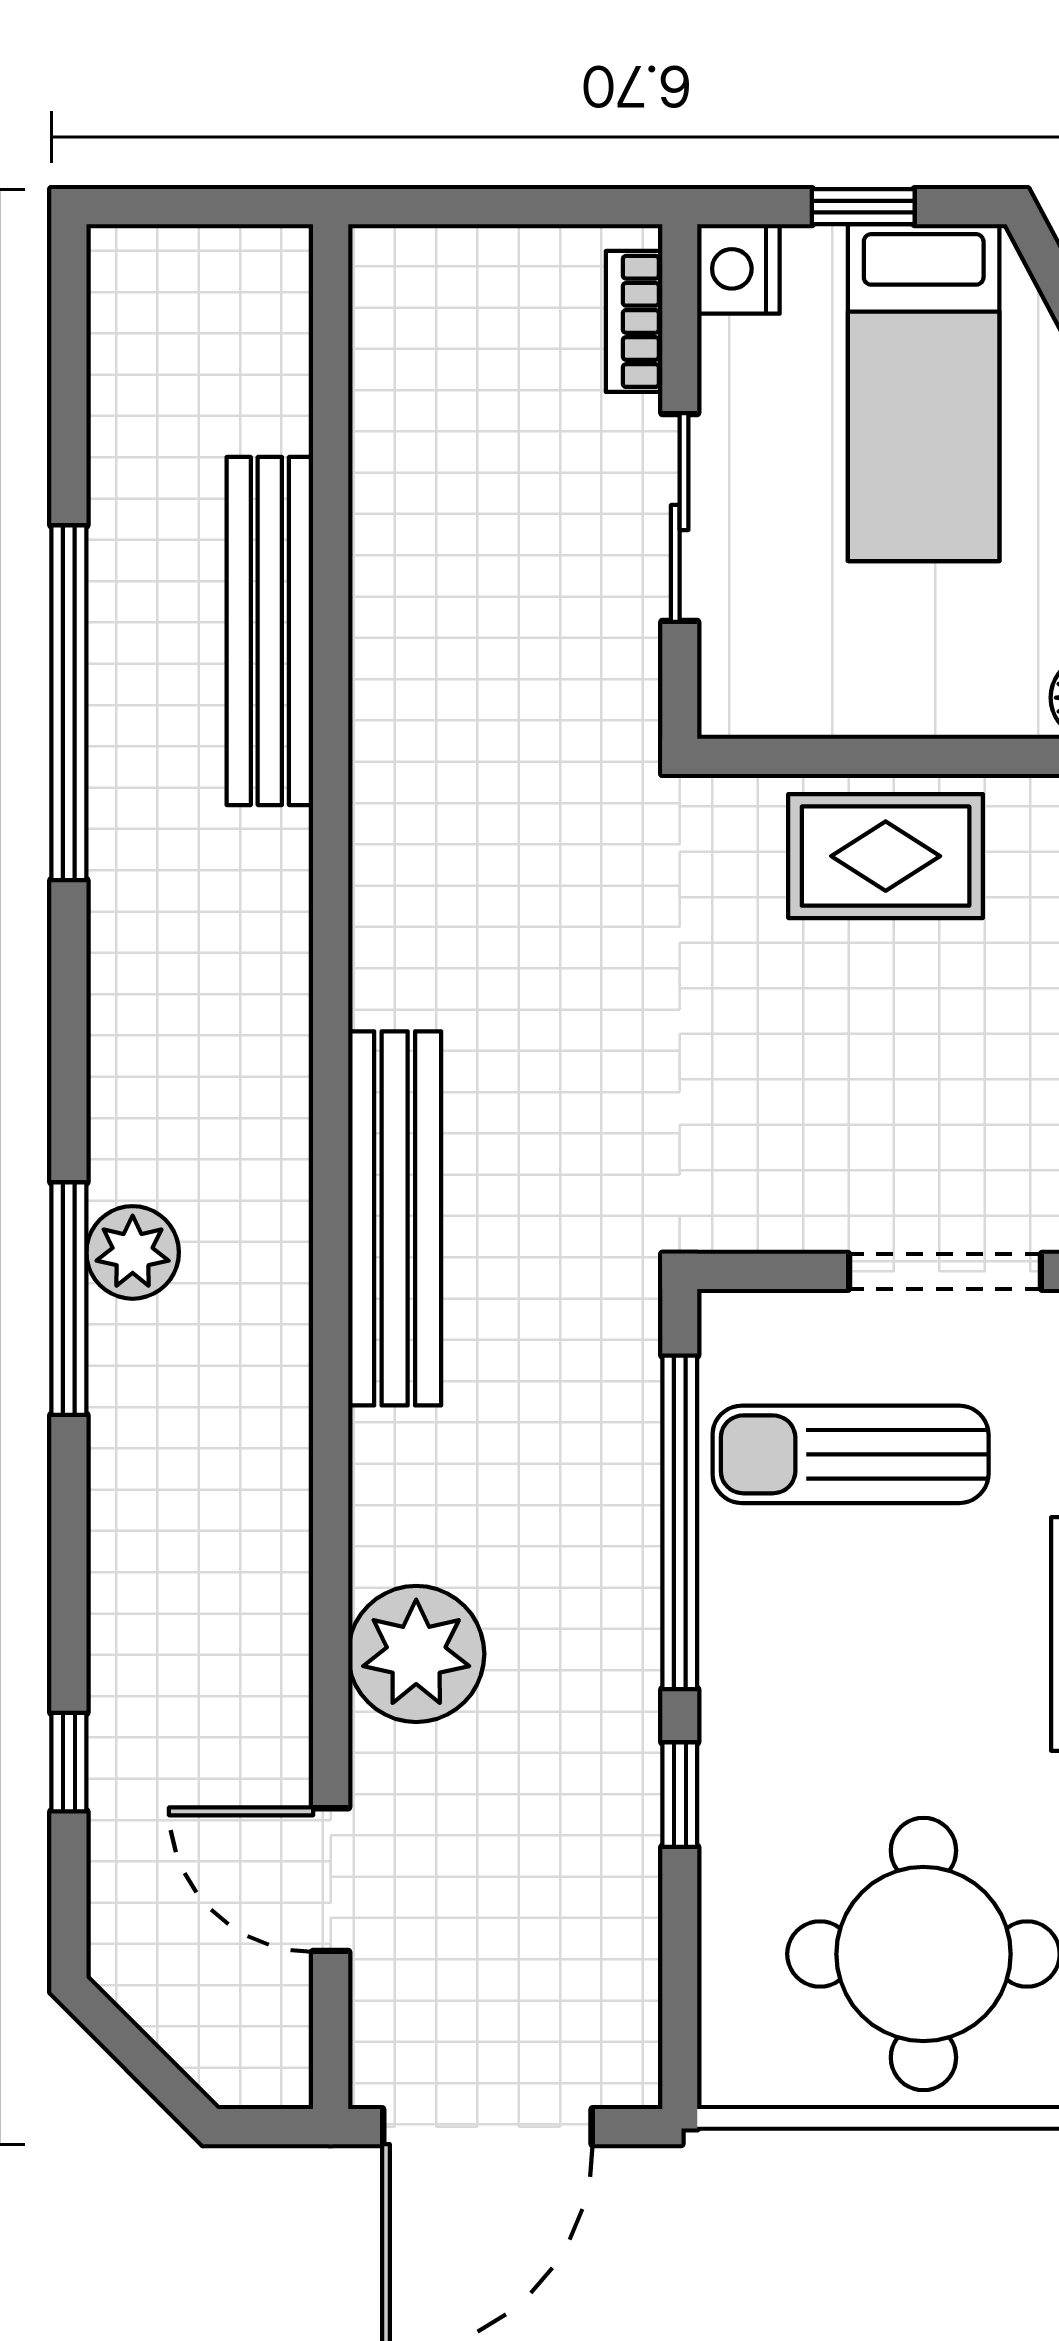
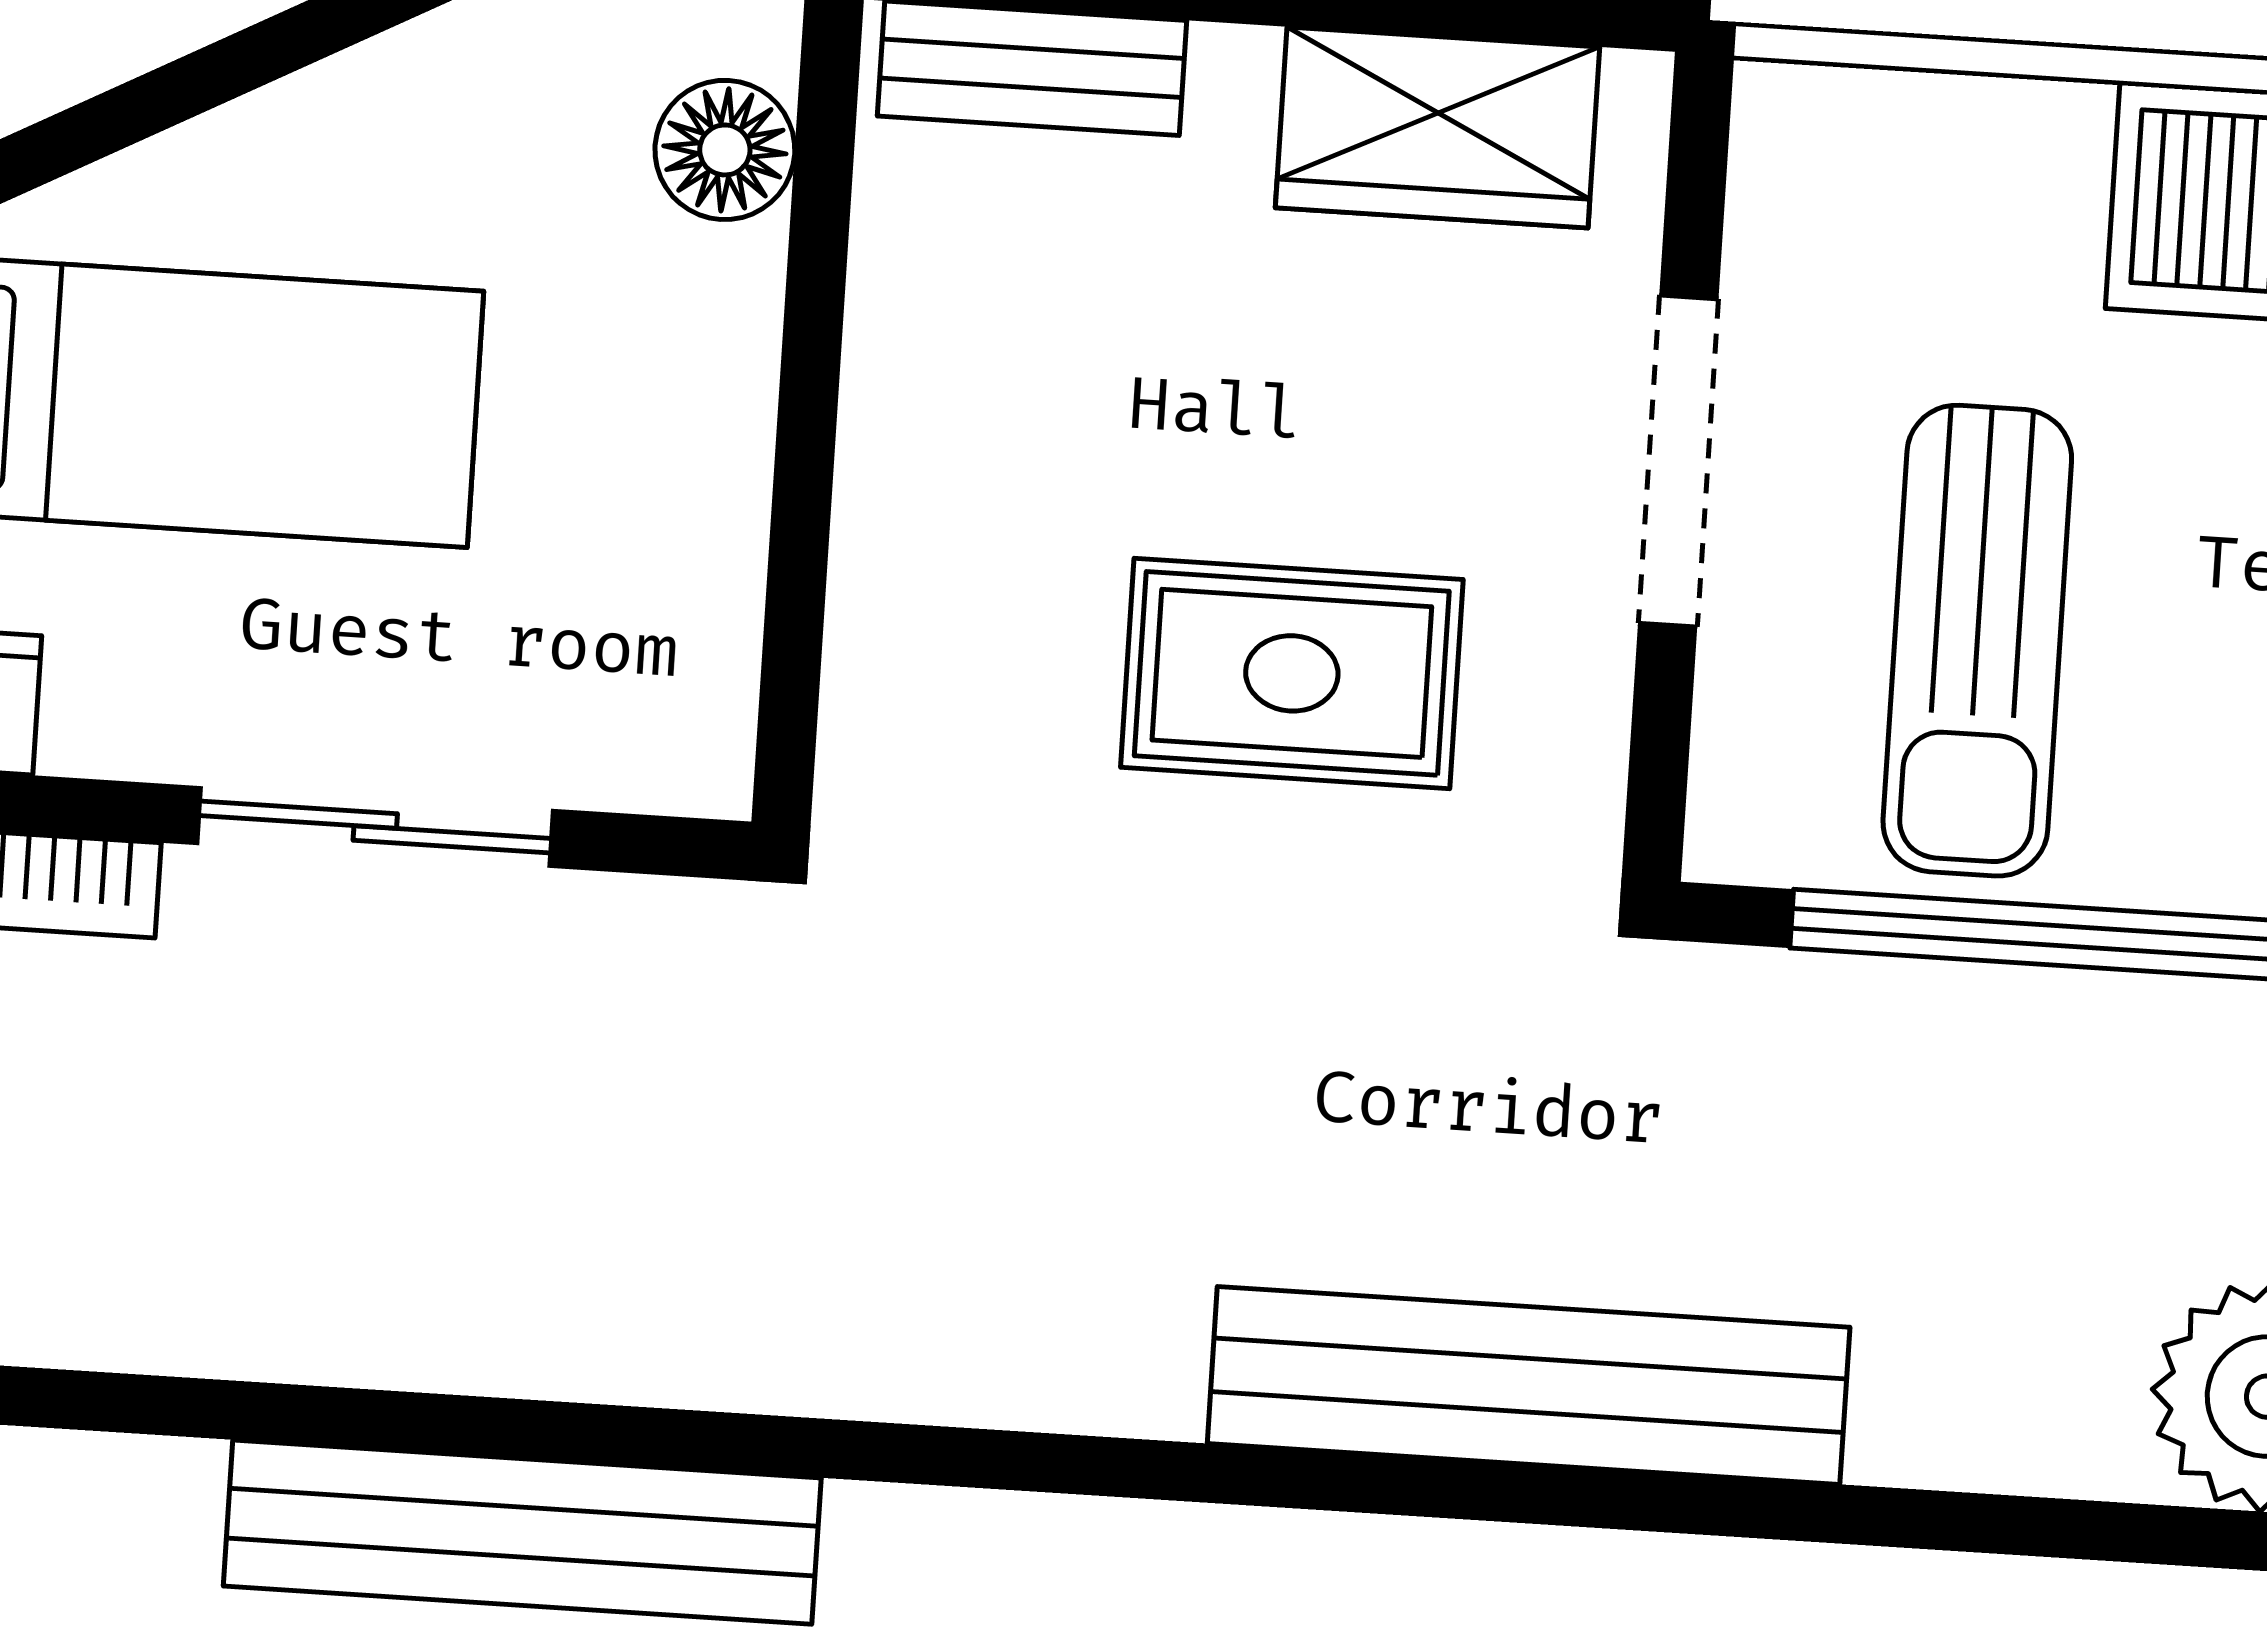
rug: (886, 856) -> (1292, 673), moved, turned 90

